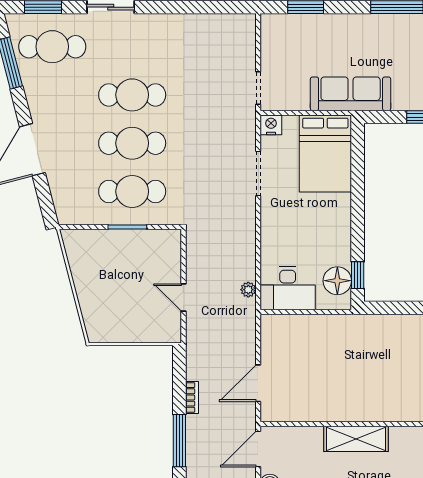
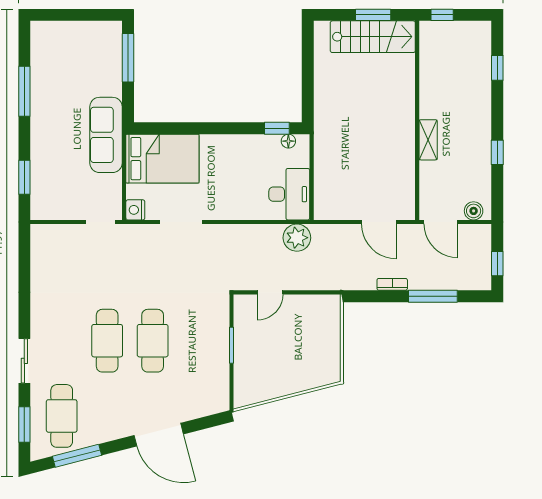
cafe table: (132, 191) -> (198, 341), removed
floor lamp: (337, 281) -> (288, 141), width x0.53, depth x0.53
plant: (248, 290) -> (297, 238), width x1.88, depth x1.88
door: (183, 297) -> (270, 292), moved
shelving: (356, 439) -> (428, 140), width x0.67, depth x0.75

